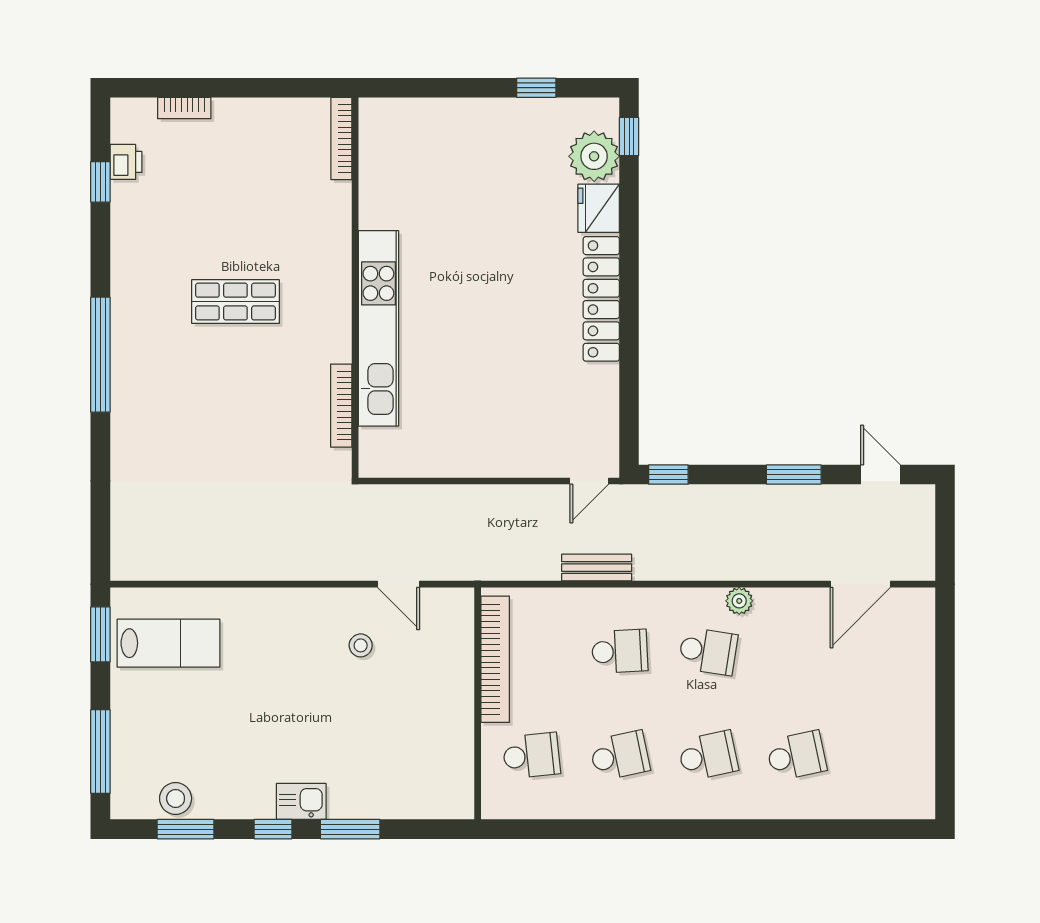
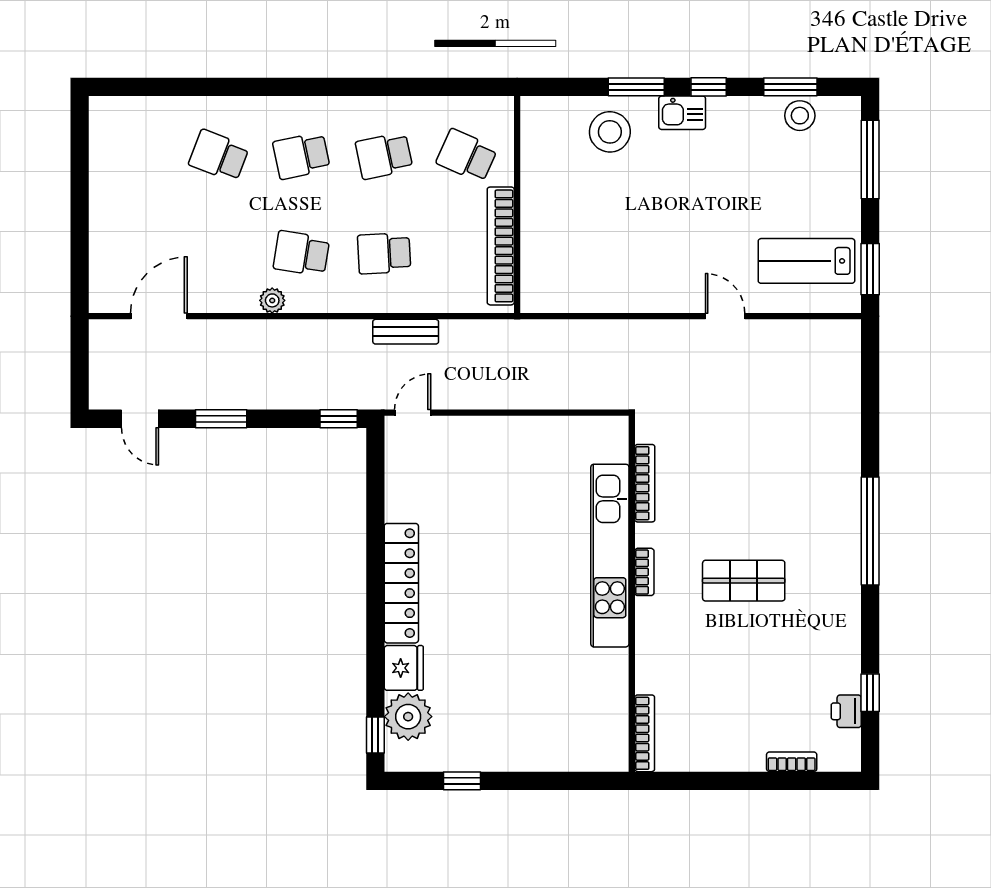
bookcase: (342, 311) -> (644, 572), added
door: (398, 584) -> (725, 316), moved
stool: (361, 645) -> (610, 132), moved, width x1.89, depth x1.89
school desk: (531, 756) -> (467, 156), turned 30
school desk: (796, 756) -> (219, 156), turned 33

